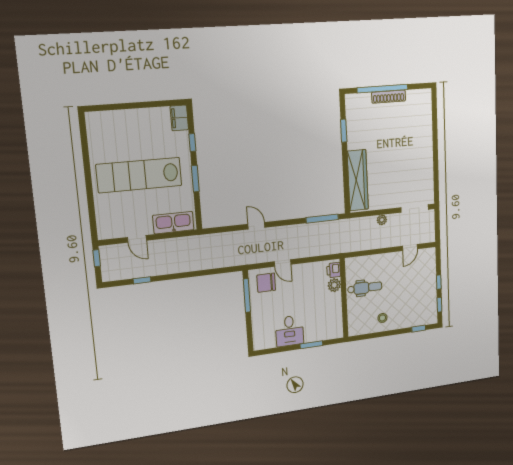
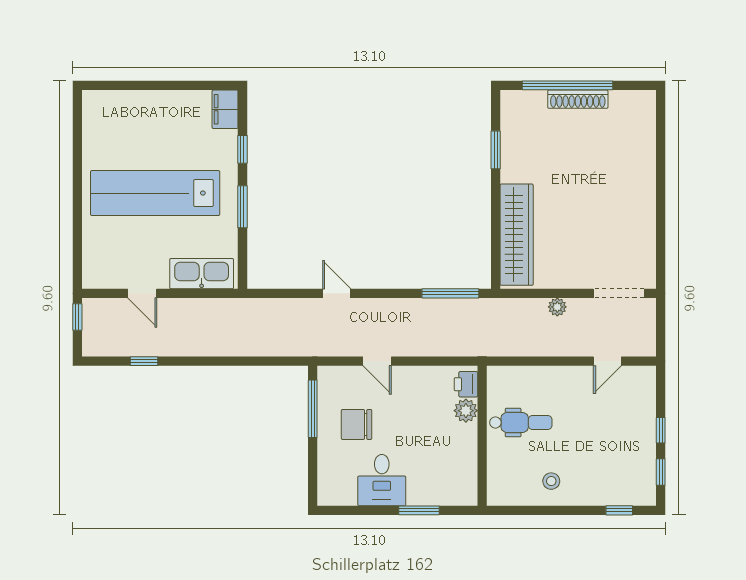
chair: (266, 283) -> (357, 424), moved

